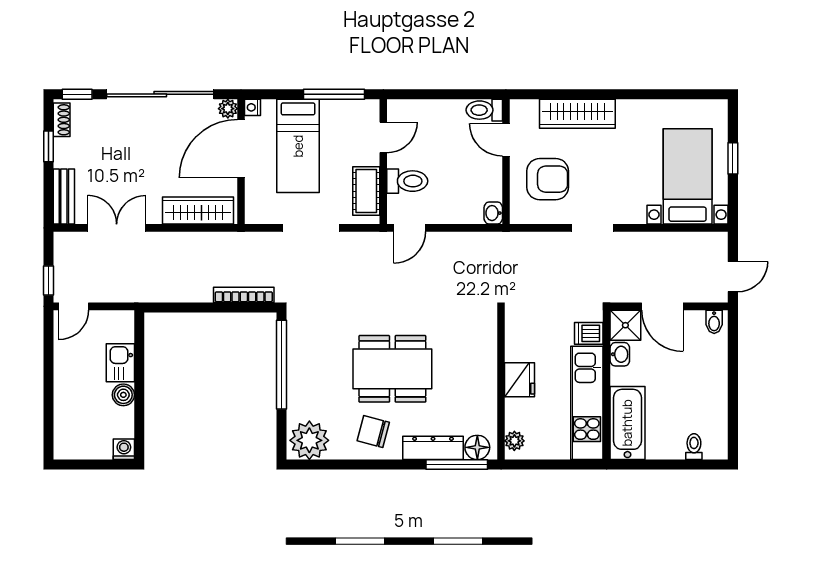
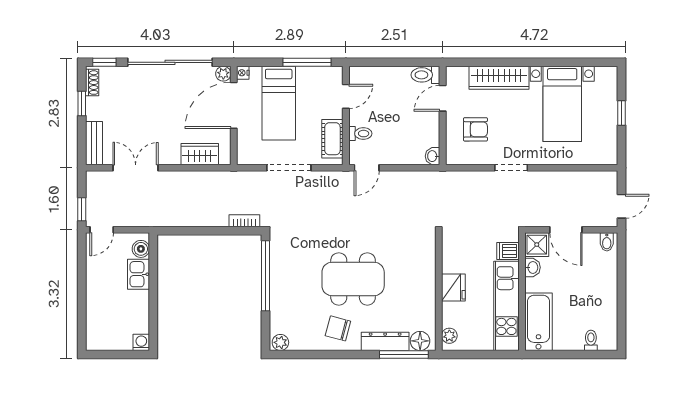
door: (506, 140) -> (443, 98), hinge flipped
bed with nightstands: (688, 176) -> (562, 104), moved, turned 180
armchair: (548, 179) -> (475, 129), width x0.72, depth x0.72
toilet: (407, 181) -> (360, 134), width x0.73, depth x0.72
wardrobe: (198, 210) -> (200, 154), width x0.67
bookcase: (244, 295) -> (244, 221), width x0.64
boiler: (123, 395) -> (141, 249), moved
plant: (309, 440) -> (280, 342), width x0.53, depth x0.53

